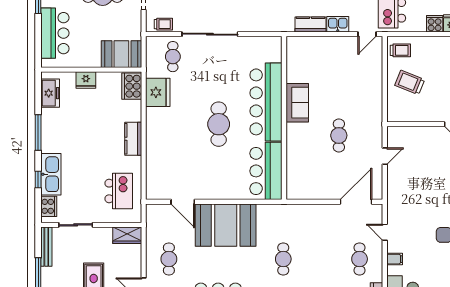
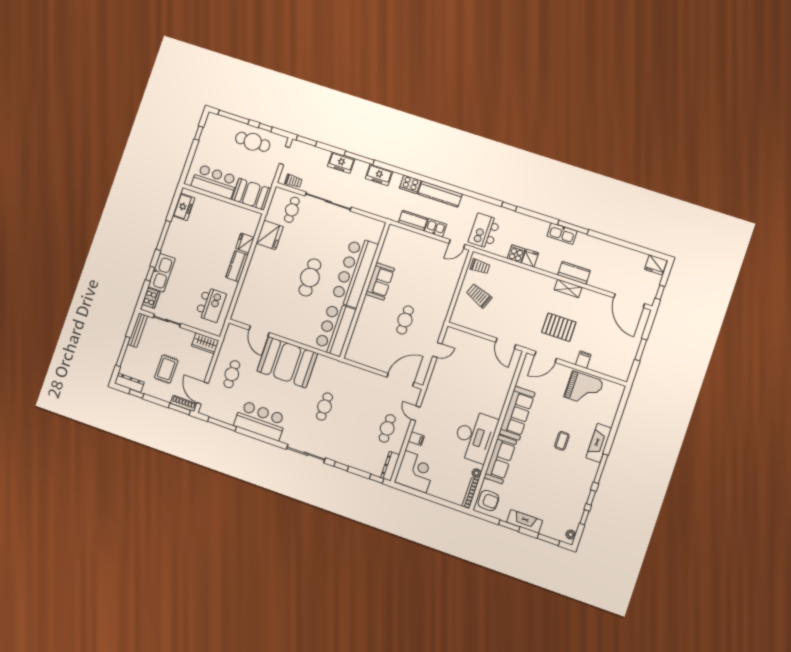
bar counter: (55, 33) -> (215, 182), moved, turned -90
fridge: (86, 80) -> (245, 243), moved, turned 90
cooker: (132, 86) -> (251, 223), removed

